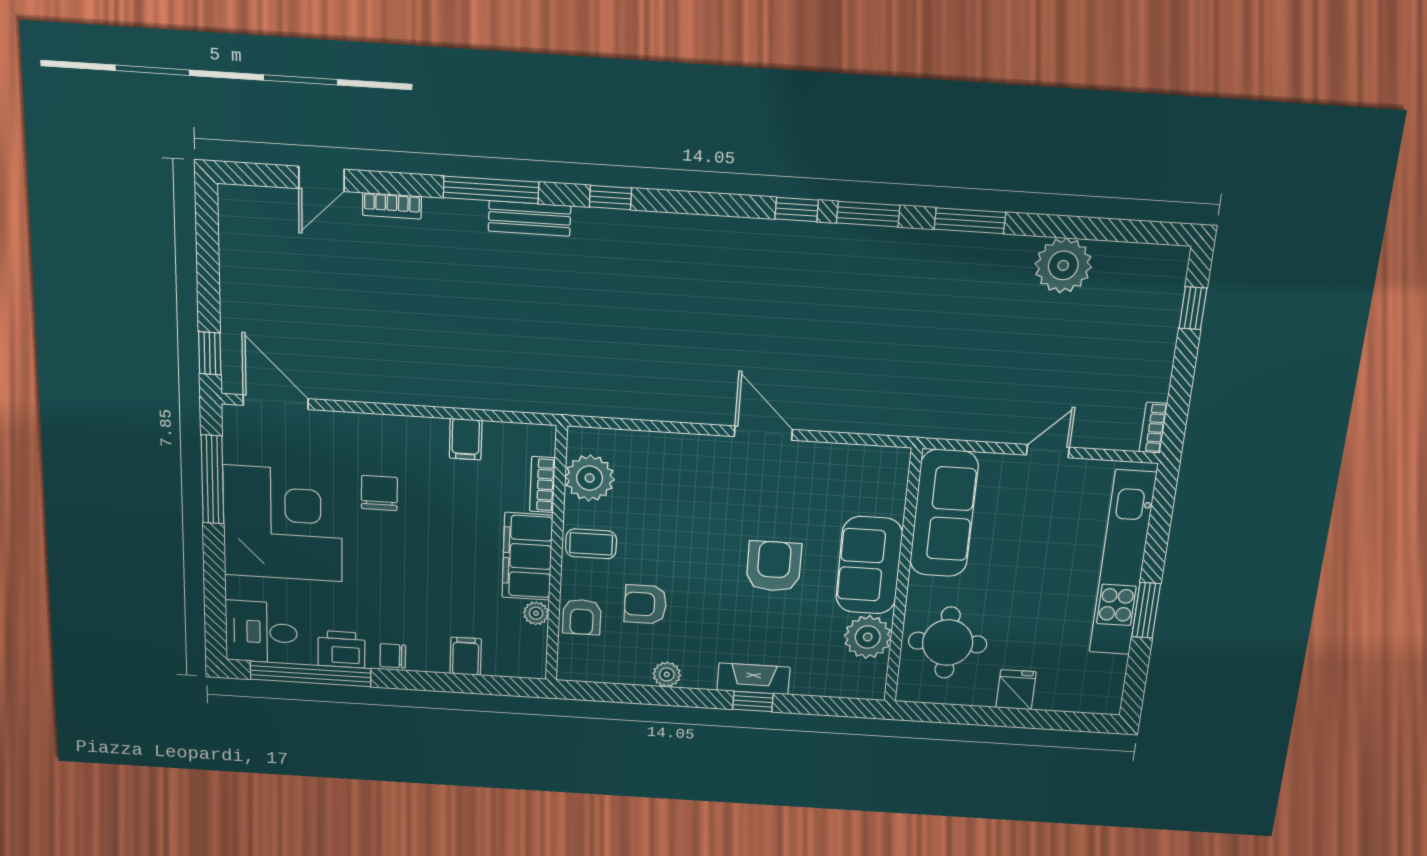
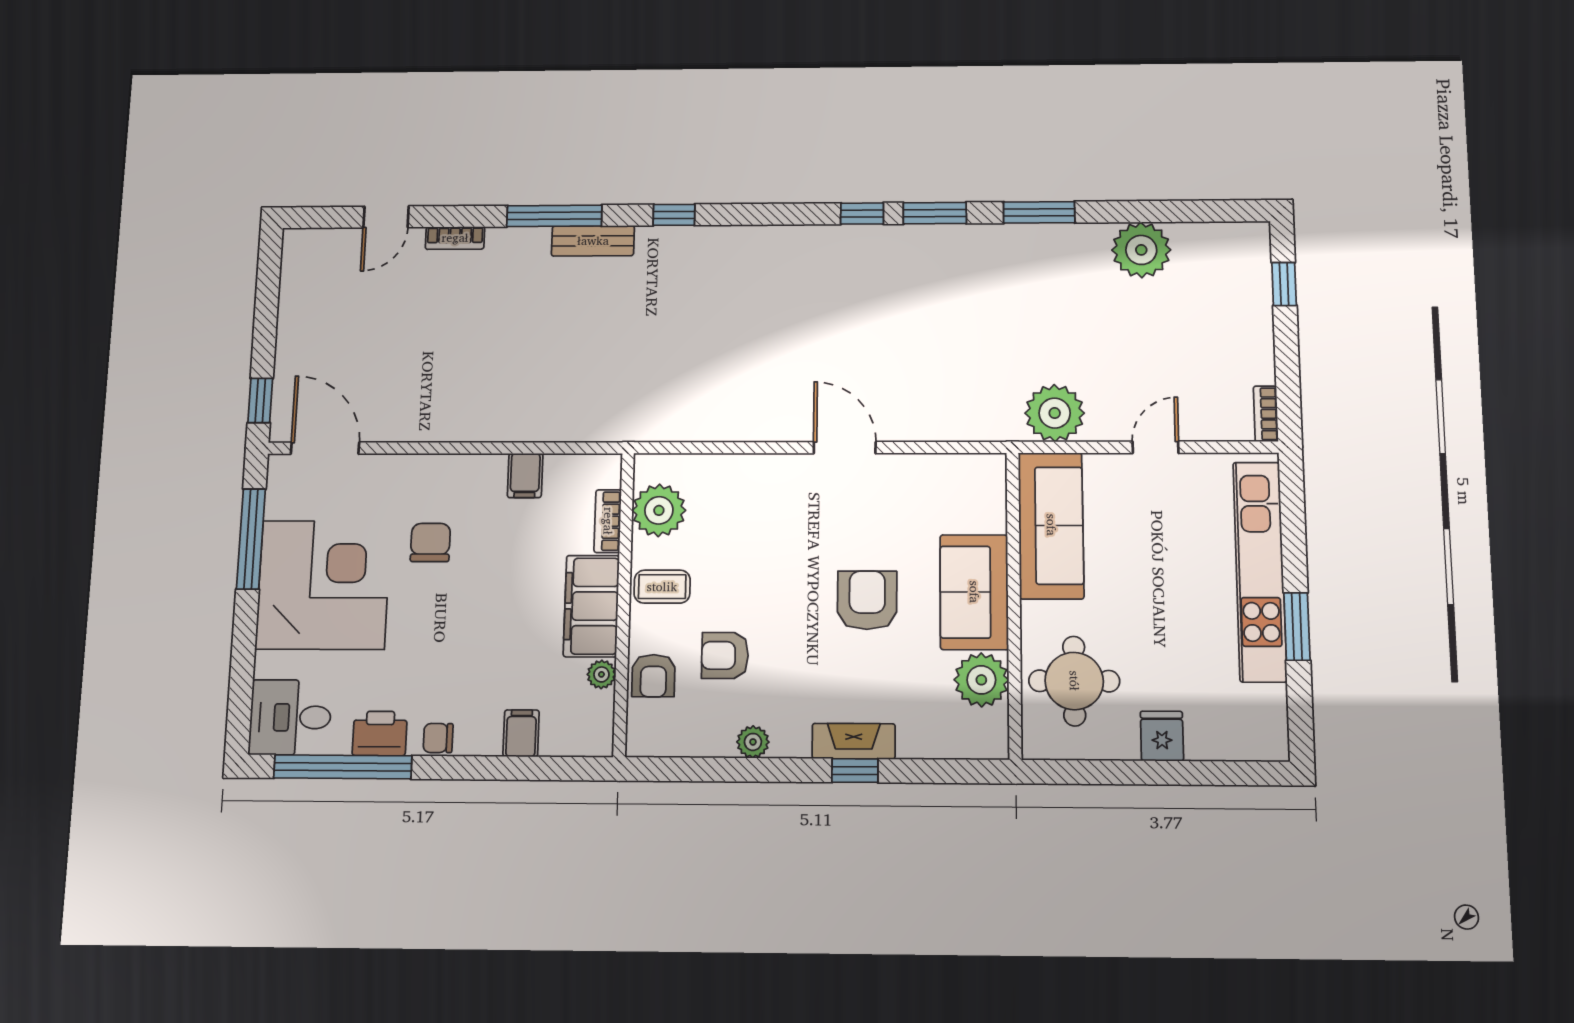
plant: (960, 414) -> (1055, 413), added

